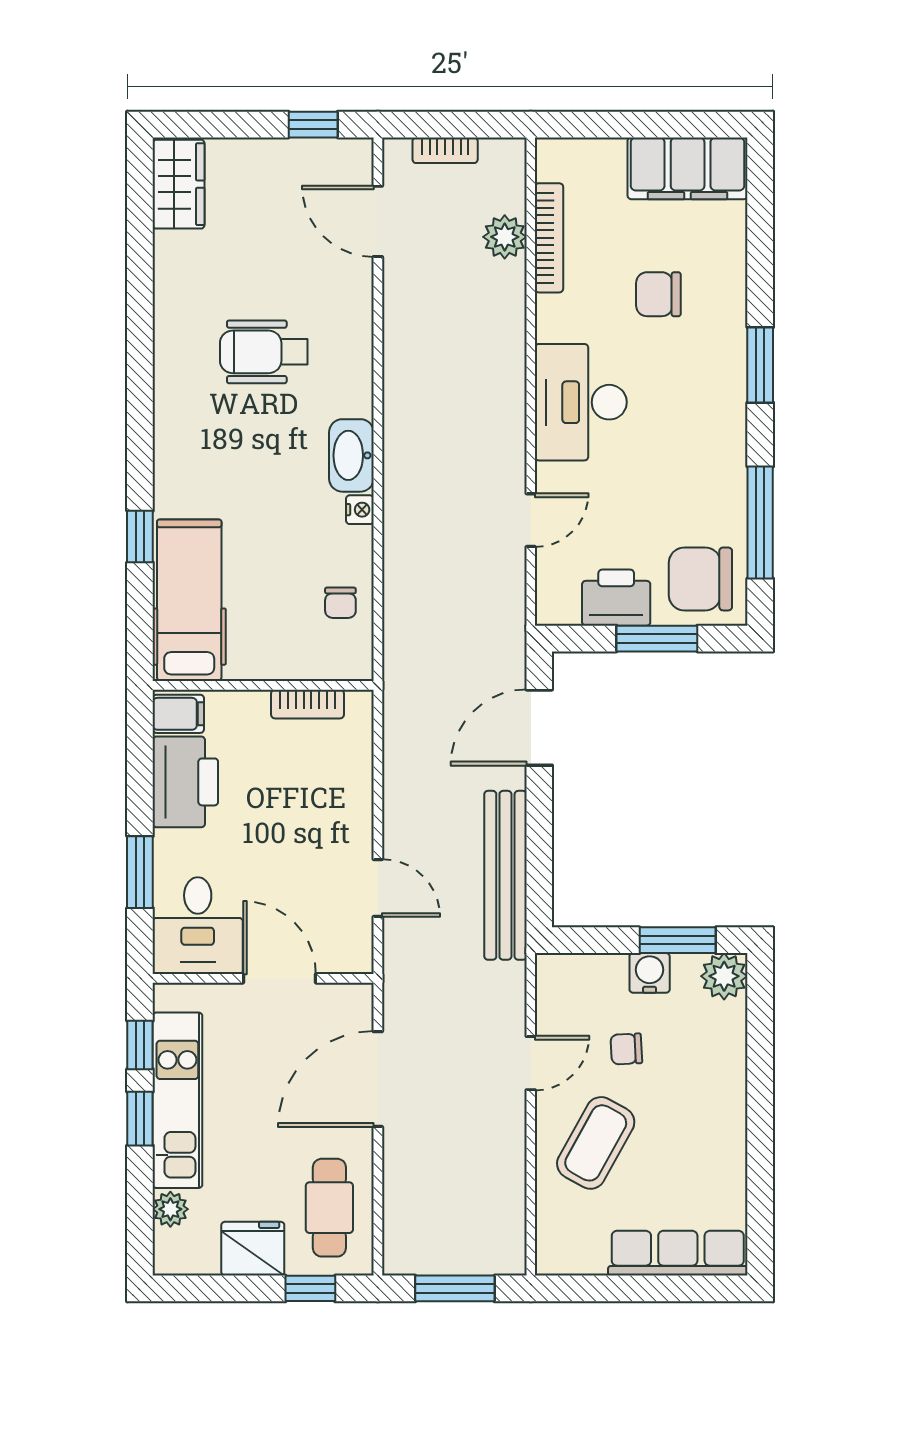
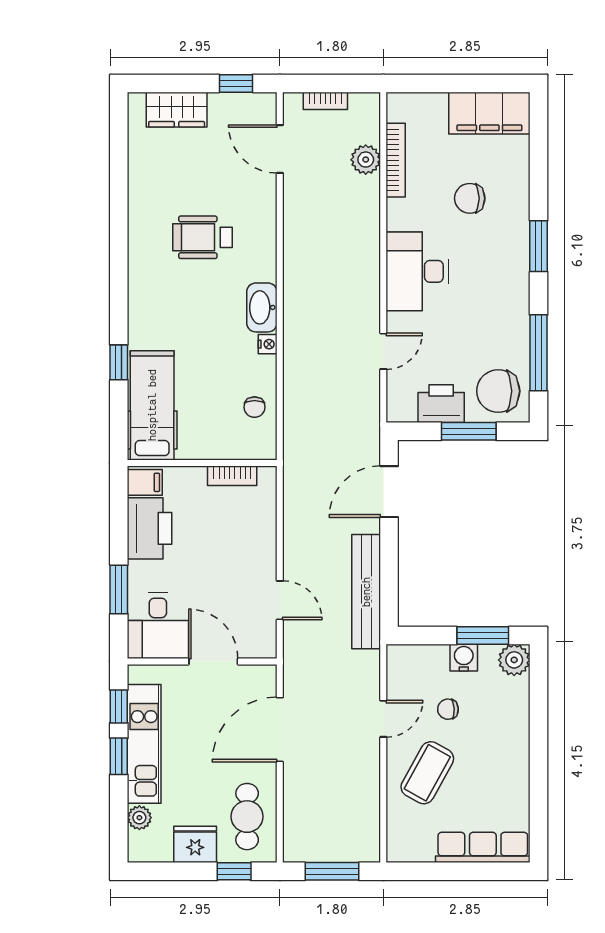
wardrobe: (179, 184) -> (177, 110), moved, turned 90

